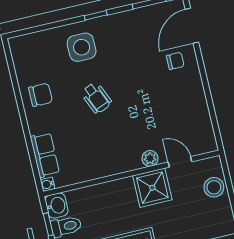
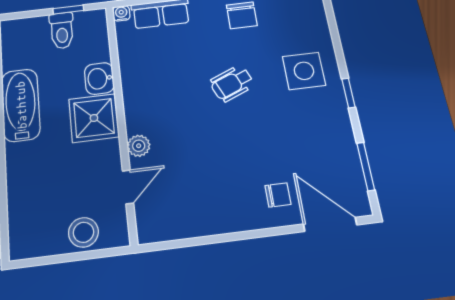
chair: (175, 61) -> (278, 195), turned -90
shower: (152, 188) -> (94, 118), moved
washbasin: (57, 206) -> (99, 78), moved, turned 90

